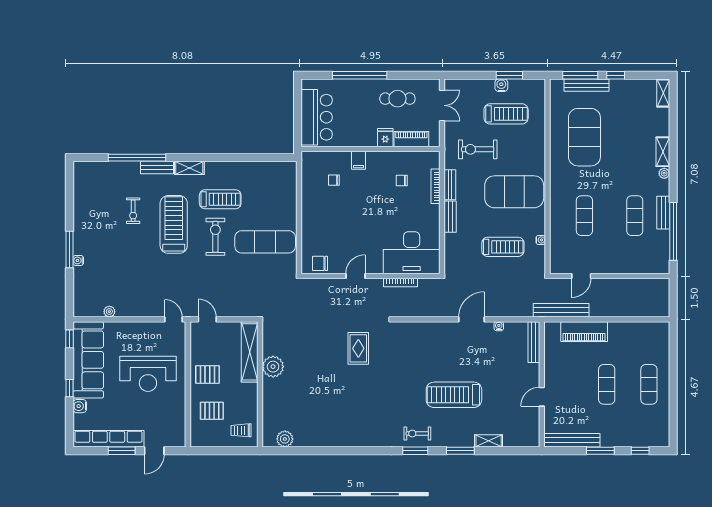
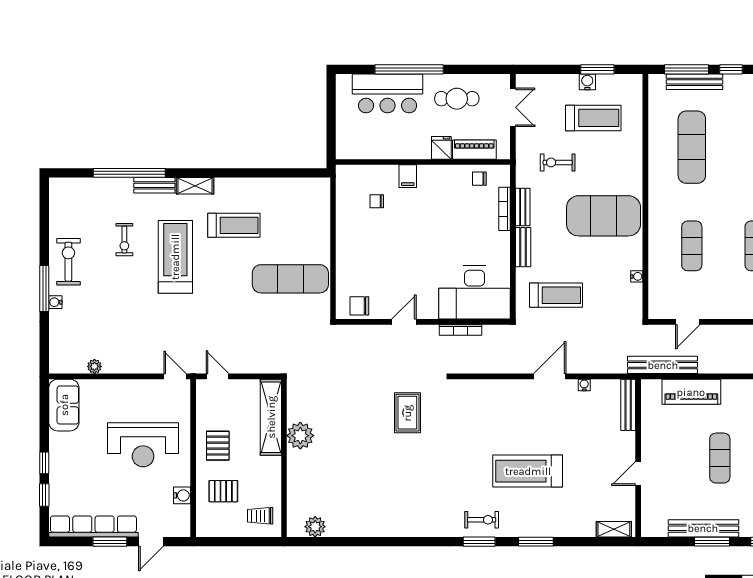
bar counter: (317, 117) -> (388, 93), moved, turned 90
exercise mat: (584, 137) -> (692, 147), width x0.68
exercise bike: (478, 149) -> (558, 162), width x0.73, depth x0.72
chair: (402, 181) -> (479, 179), moved
exercise bike: (215, 237) -> (68, 262), moved
treadmill: (503, 247) -> (556, 295), moved
window: (69, 339) -> (44, 495), moved
sofa: (88, 360) -> (64, 405), width x0.54, depth x0.79
pallet: (207, 374) -> (218, 446), turned 90
water cooler: (80, 406) -> (182, 495), moved, turned 180
exercise bike: (417, 434) -> (482, 520), turned 180
bench: (572, 440) -> (703, 528), moved
shelving: (489, 441) -> (614, 529), moved

